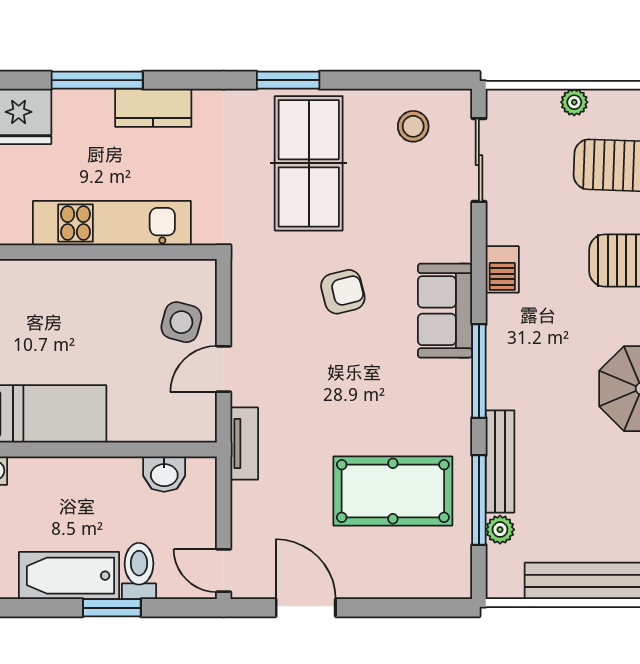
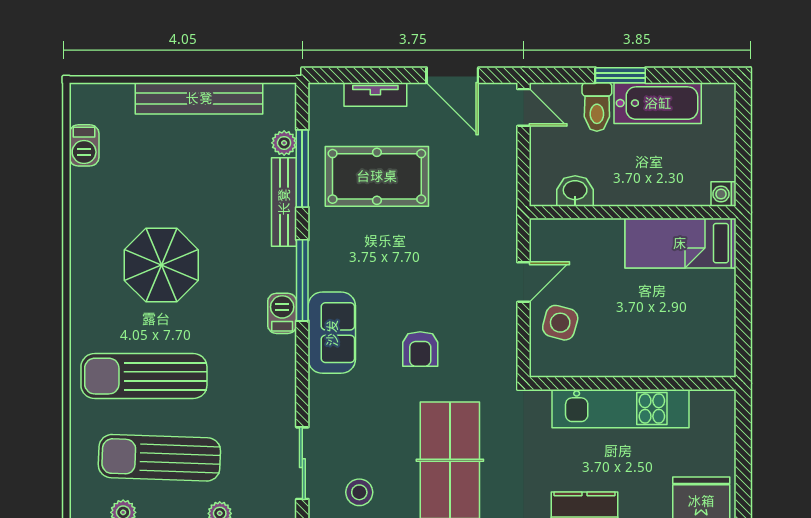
barbecue: (502, 269) -> (282, 313), moved
armchair: (343, 292) -> (420, 349), turned -76
tv unit: (244, 443) -> (375, 94), moved, turned -90

